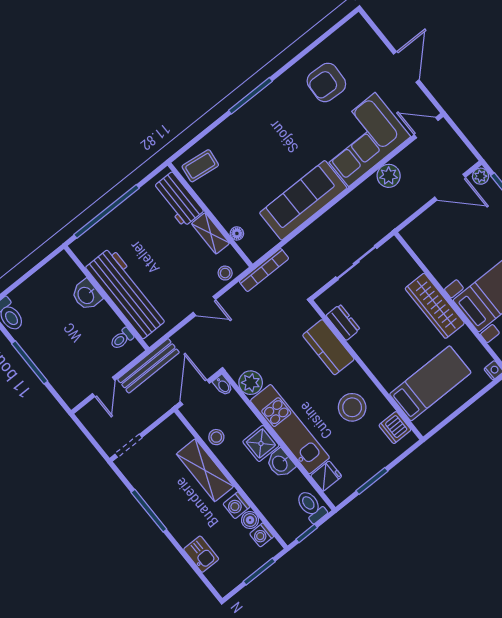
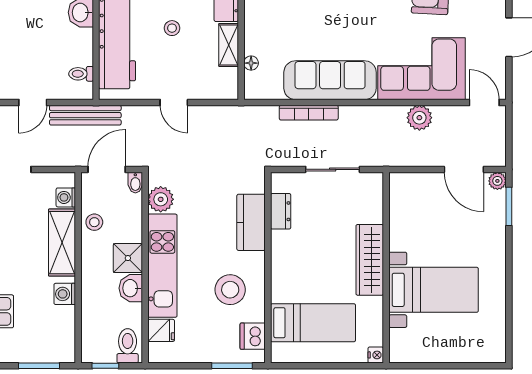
bookcase: (264, 270) -> (309, 113), moved
stool: (225, 273) -> (172, 28), moved
window: (372, 481) -> (232, 366), moved
boiler: (250, 520) -> (66, 316), removed
washing machine: (262, 535) -> (66, 197), moved

